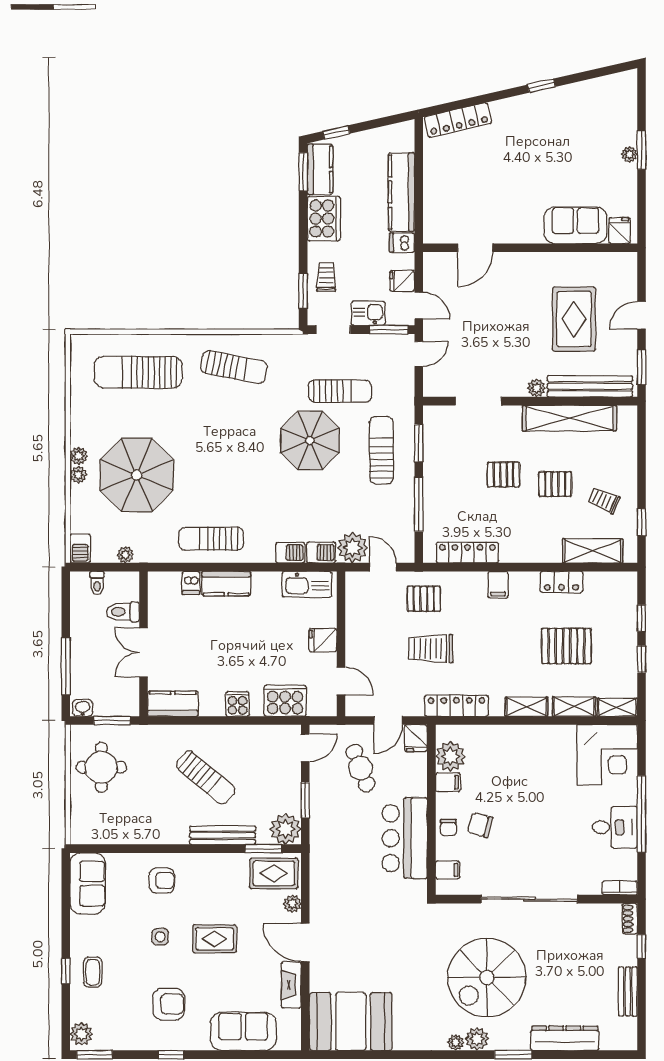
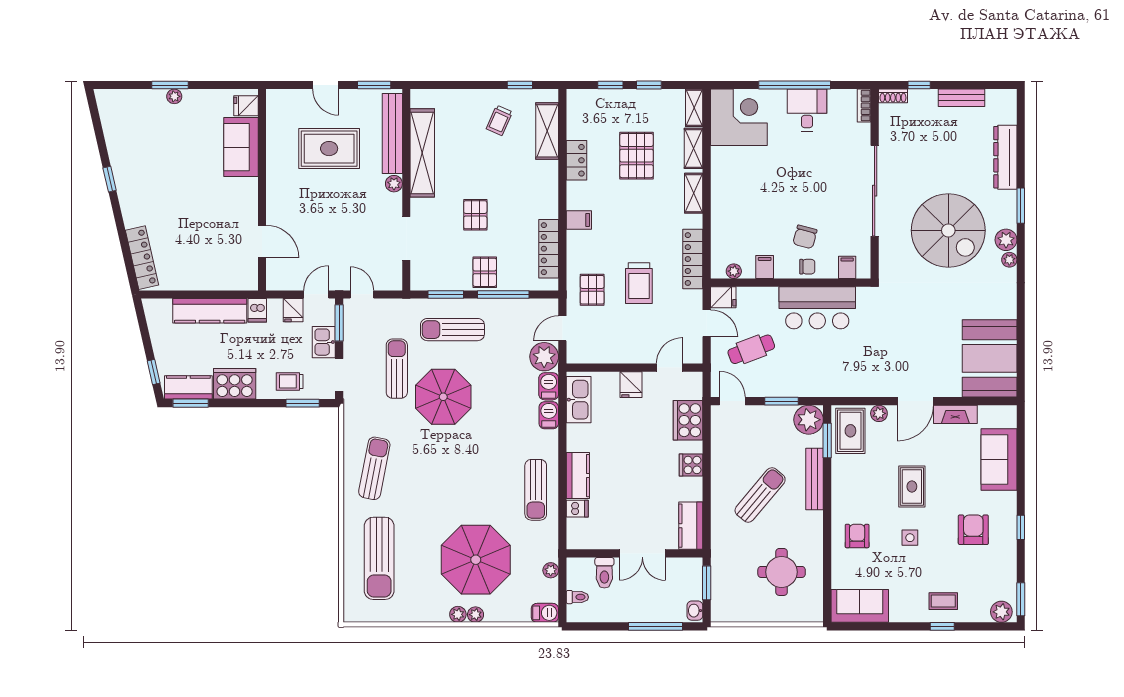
pallet: (555, 484) -> (485, 272), moved
plant: (450, 756) -> (734, 271), width x0.53, depth x0.53
round table: (101, 767) -> (782, 572), moved

